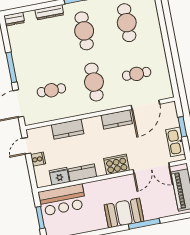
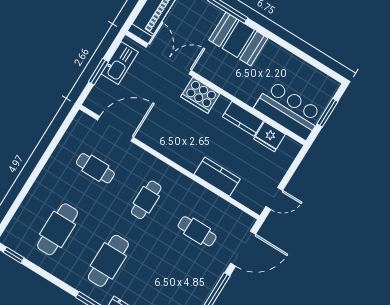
cafe table: (94, 82) -> (146, 200), width x0.73, depth x0.74
kitchen counter: (117, 119) -> (158, 141), removed
cooker: (38, 159) -> (275, 174), removed

